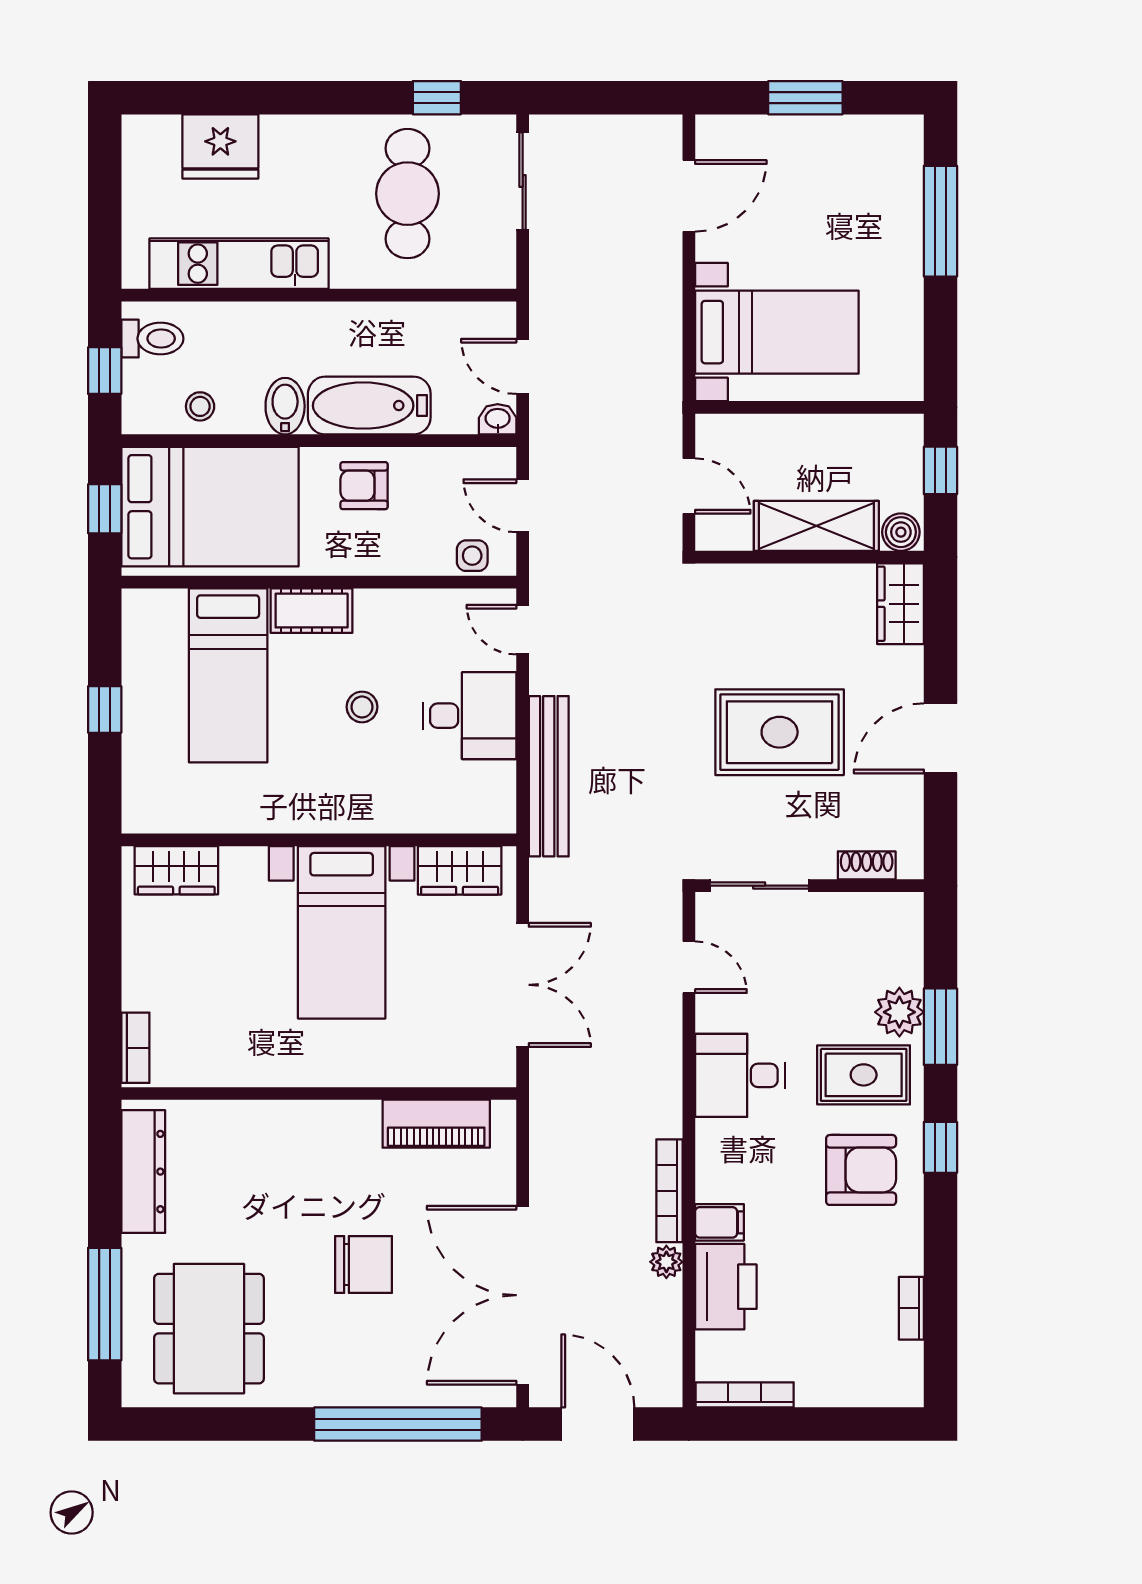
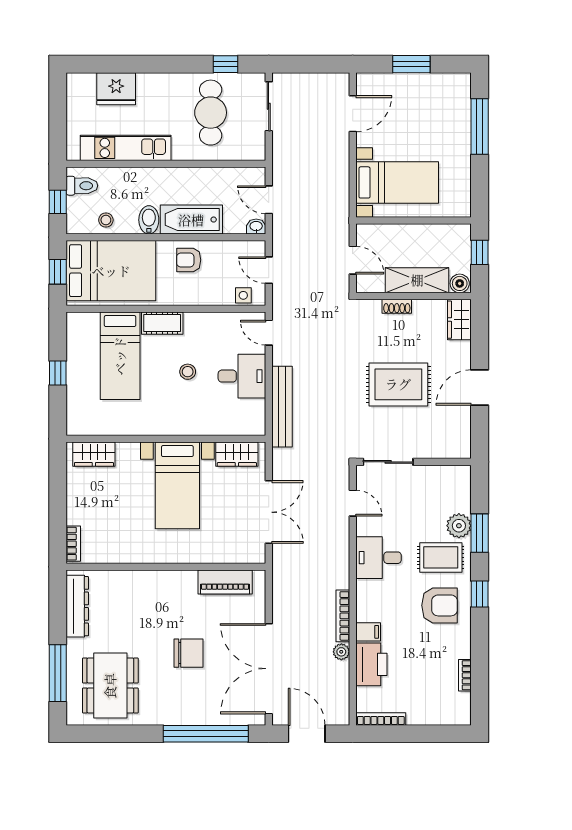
shoe rack: (867, 865) -> (397, 306), moved, turned 180

